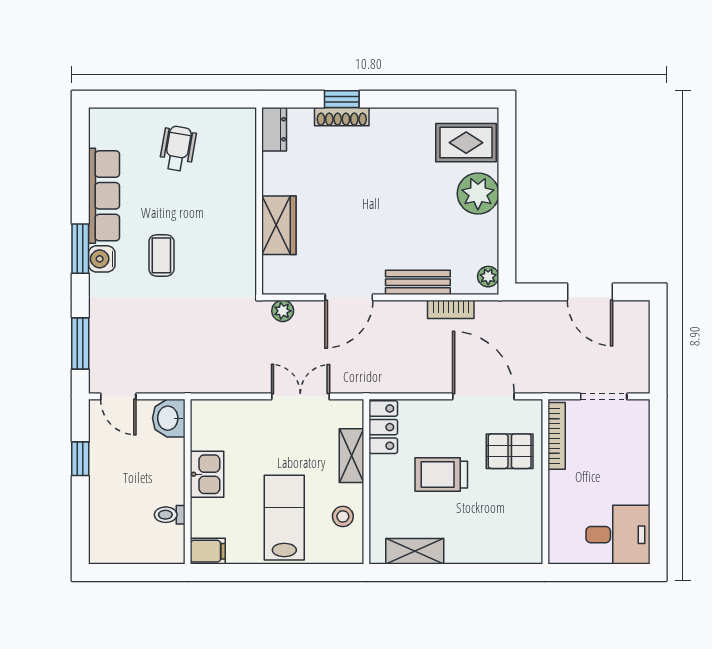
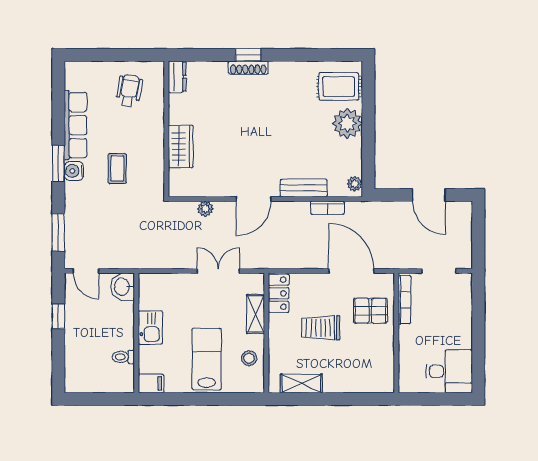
dresser: (274, 129) -> (177, 77), moved
wall: (259, 201) -> (166, 129), moved
wardrobe: (279, 225) -> (181, 146), moved

